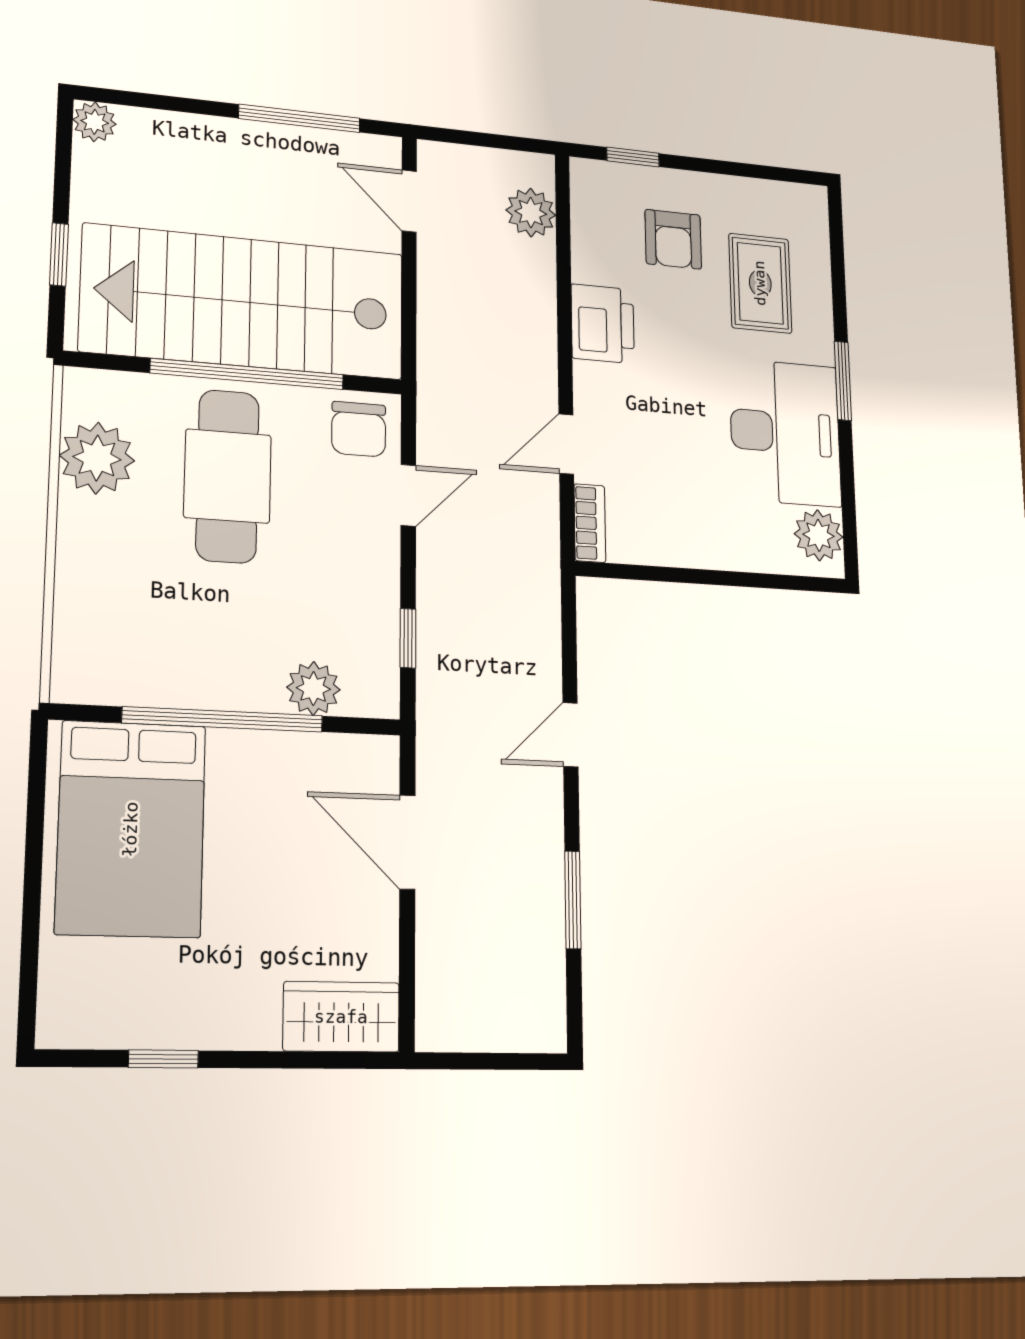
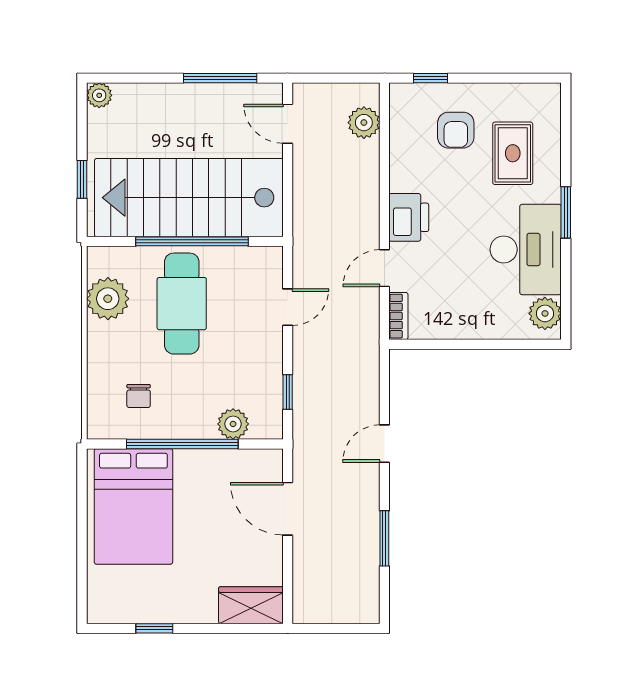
printer: (603, 324) -> (409, 217), moved
chair: (359, 429) -> (139, 396), moved, width x0.73, depth x0.73

